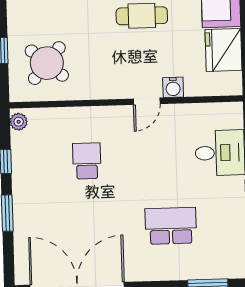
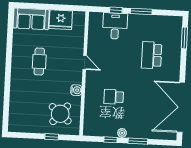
water cooler: (173, 87) -> (76, 90), moved
plant: (19, 122) -> (122, 133), moved

